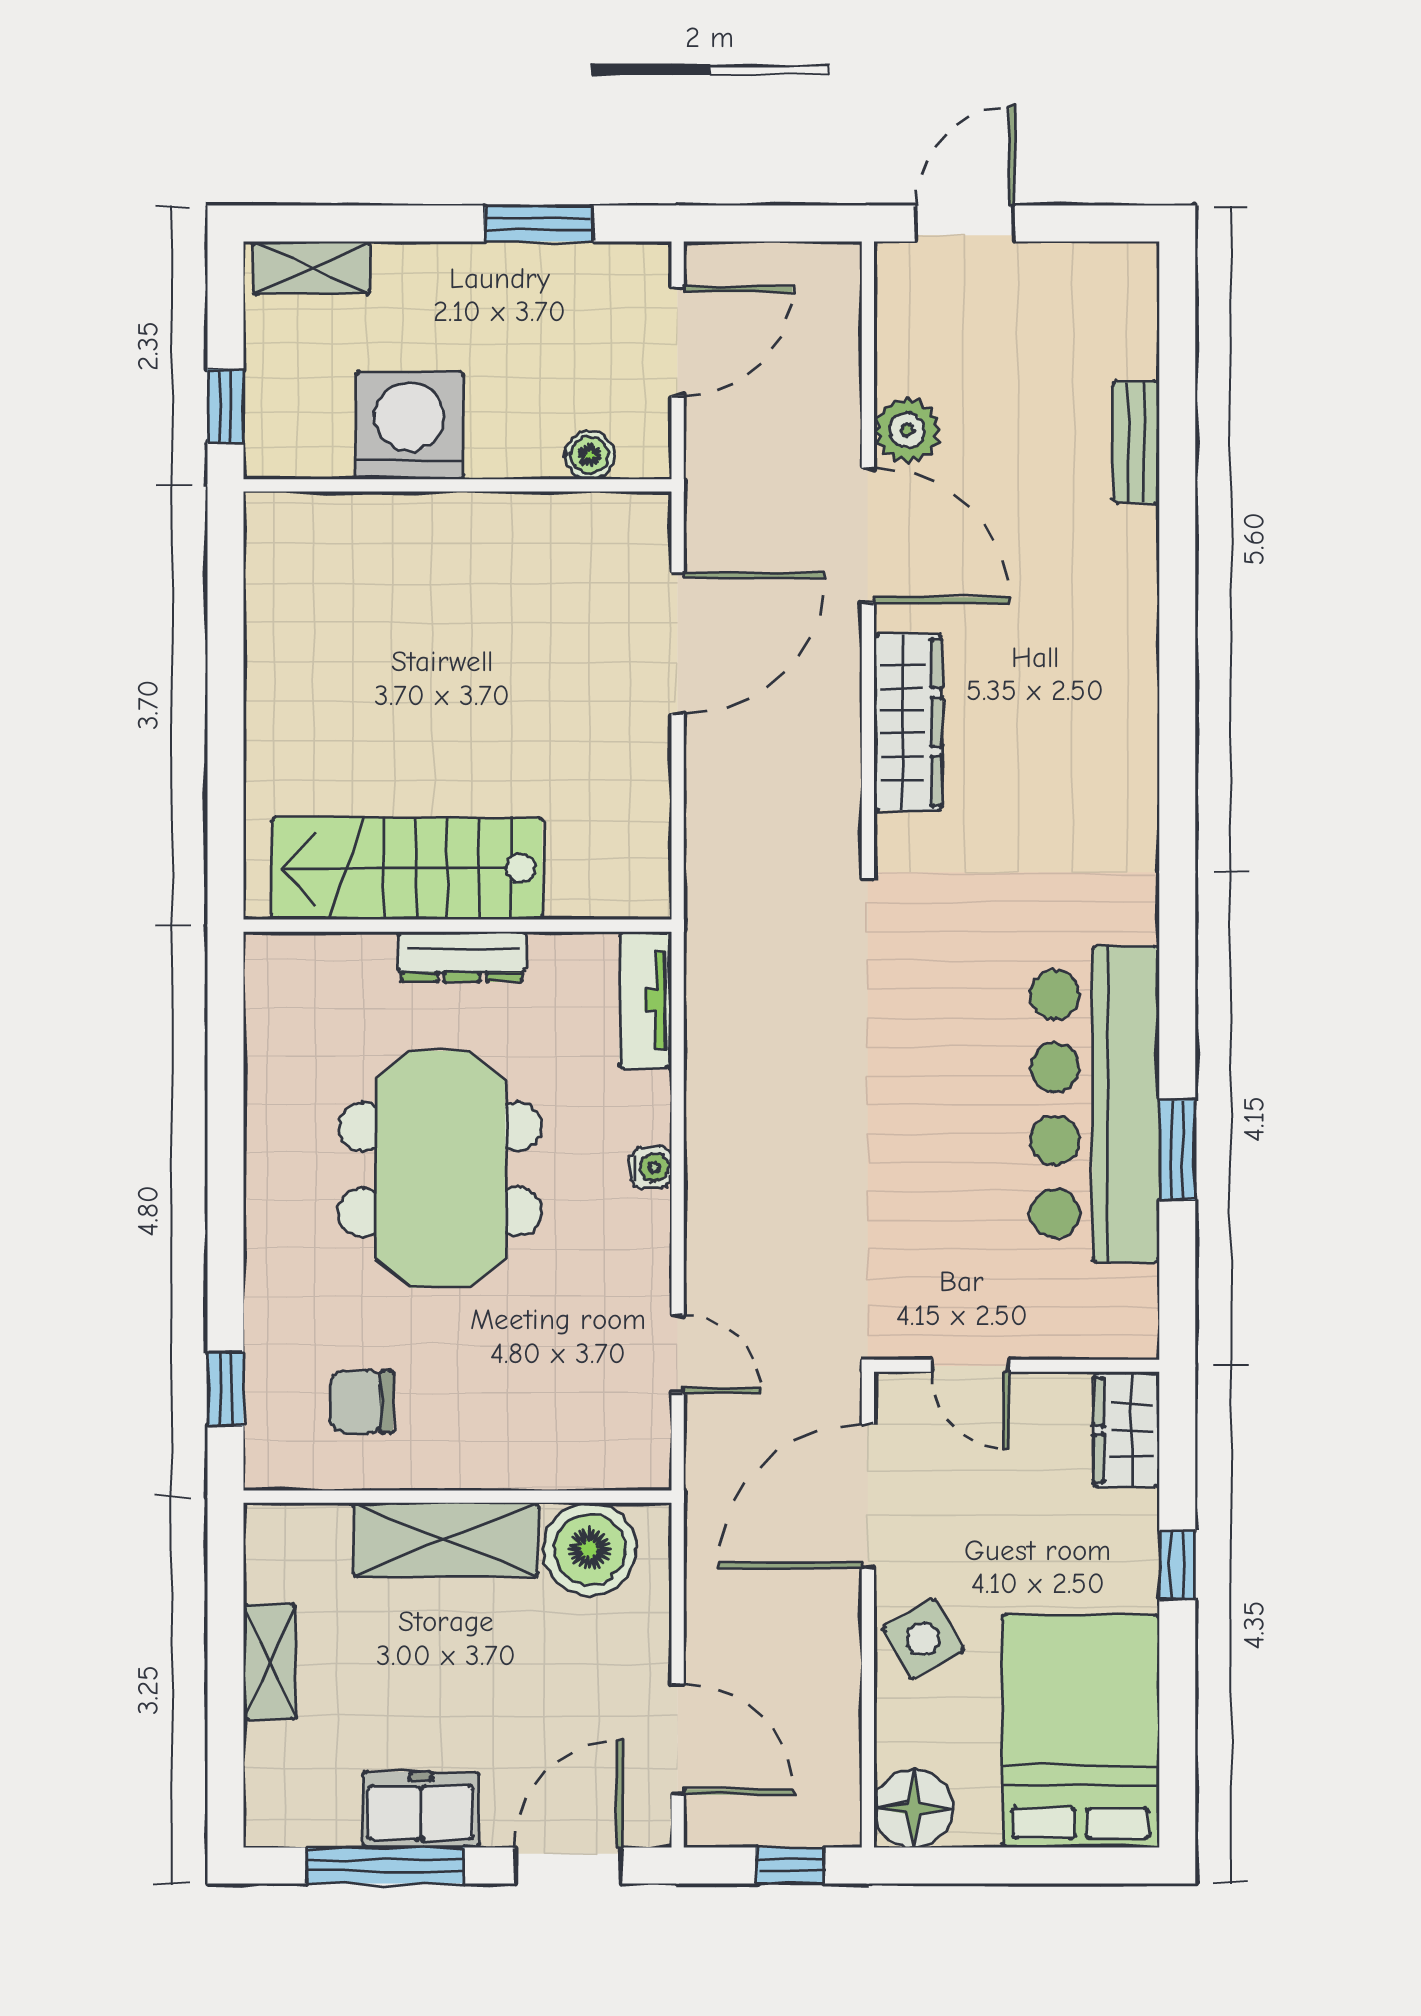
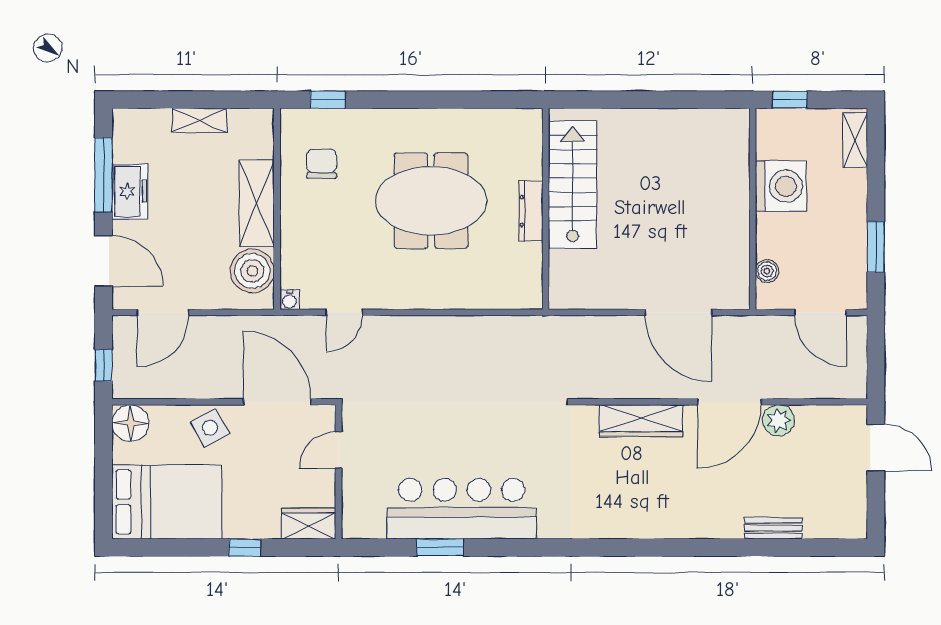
tv unit: (646, 1000) -> (511, 297), removed
water cooler: (651, 1167) -> (290, 300), moved

